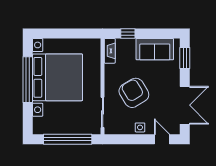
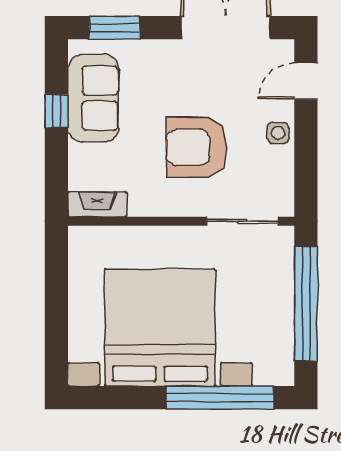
window: (128, 33) -> (56, 111), moved
window: (28, 80) -> (220, 398), moved
armchair: (134, 93) -> (196, 147), turned 31

